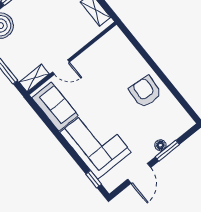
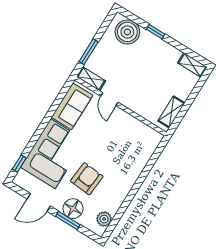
armchair: (145, 92) -> (87, 179), moved
plant: (179, 114) -> (104, 219), added
floor lamp: (160, 145) -> (73, 209), width x1.89, depth x1.89

